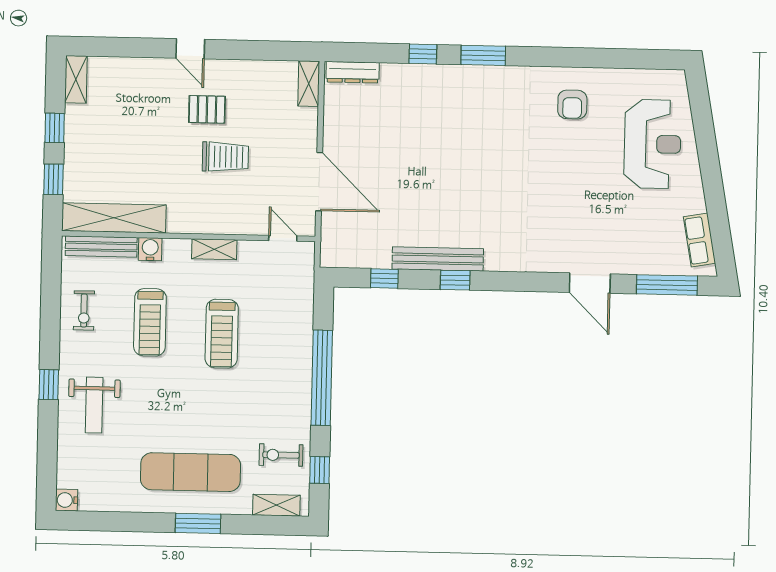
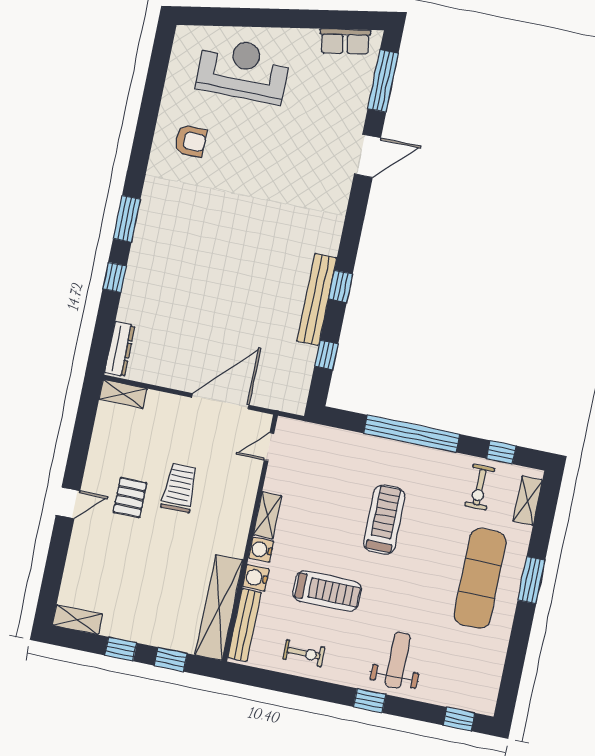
treadmill: (222, 334) -> (384, 520), moved, turned -90
weight bench: (94, 405) -> (398, 660), turned -90
window: (47, 477) -> (459, 719), added
water cooler: (67, 500) -> (261, 550), moved, turned 90

